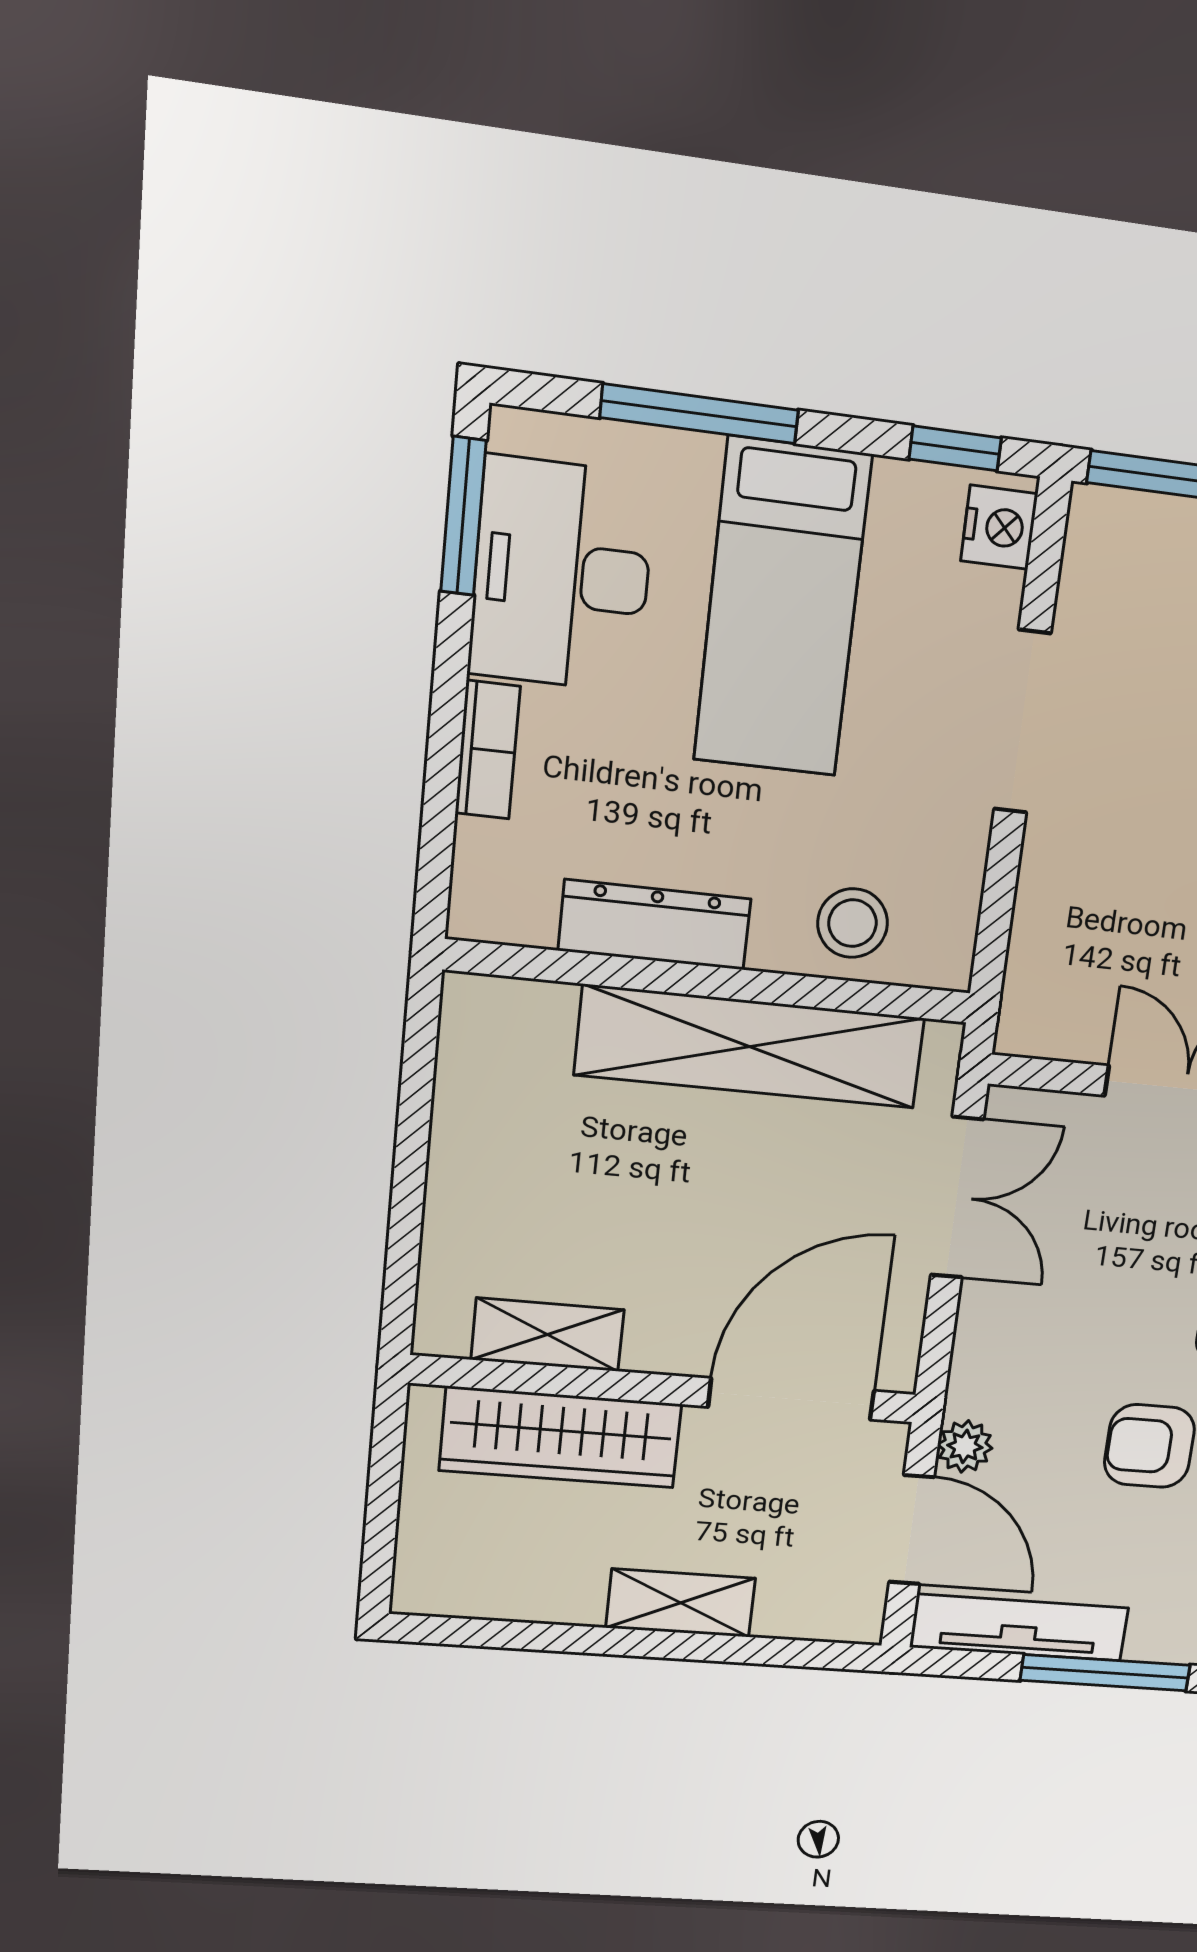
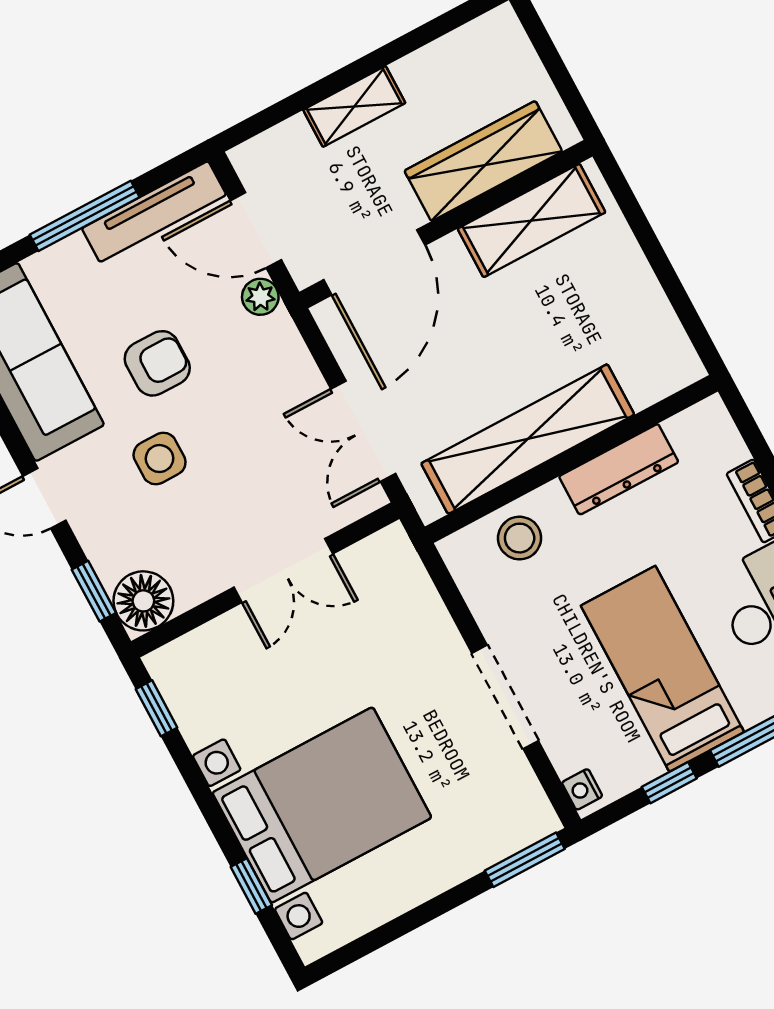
window: (955, 448) -> (669, 783), moved
nightstand: (999, 527) -> (582, 789), width x0.72, depth x0.74
shelving: (548, 1335) -> (531, 220), width x1.50, depth x1.33

